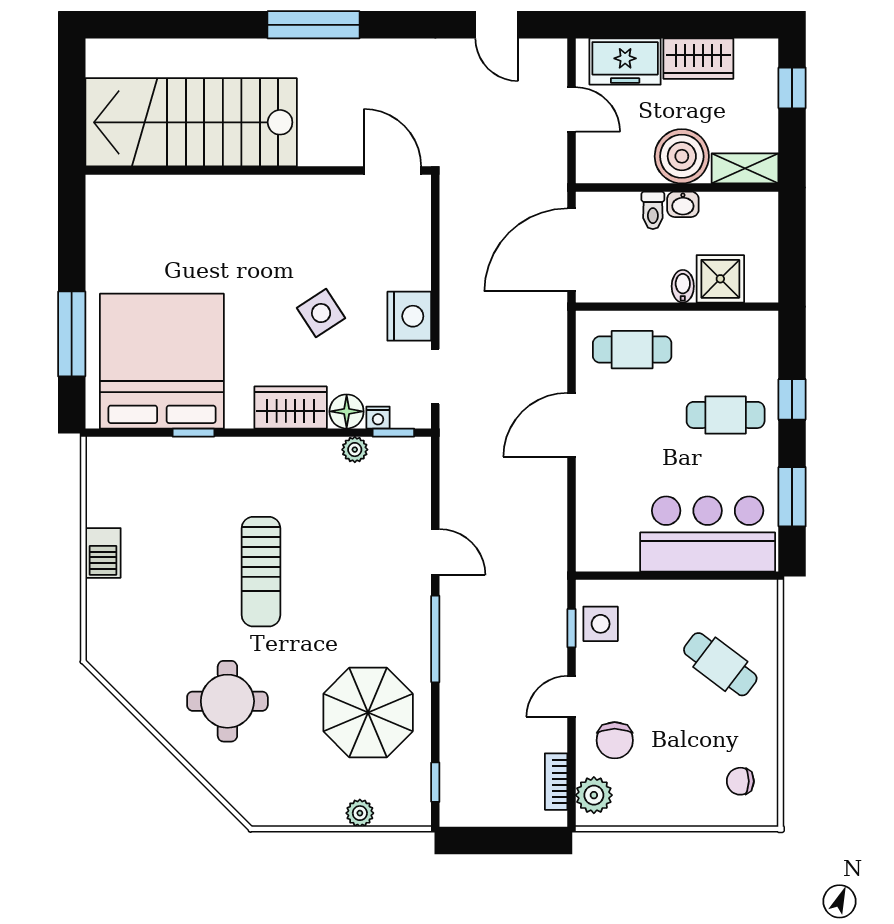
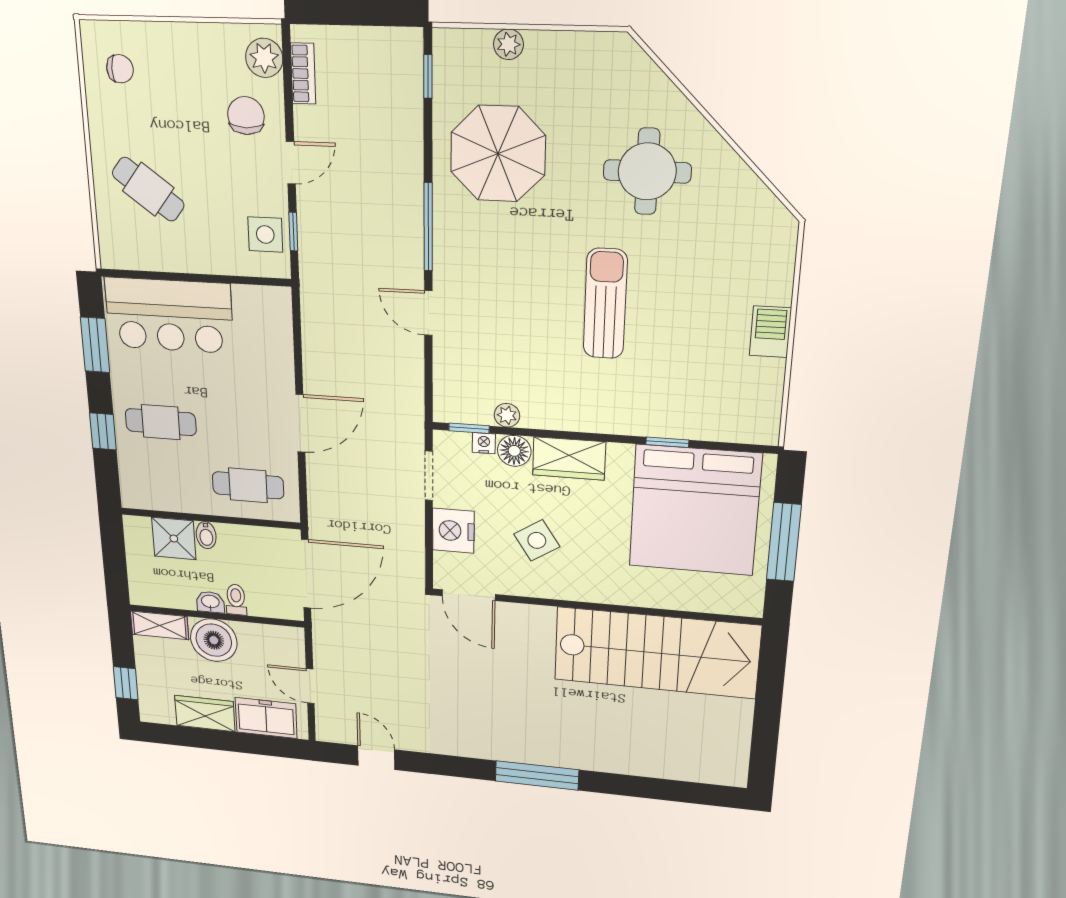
stairs: (191, 122) -> (656, 653), moved
wall: (258, 170) -> (594, 607), moved
door: (392, 170) -> (469, 595), moved

